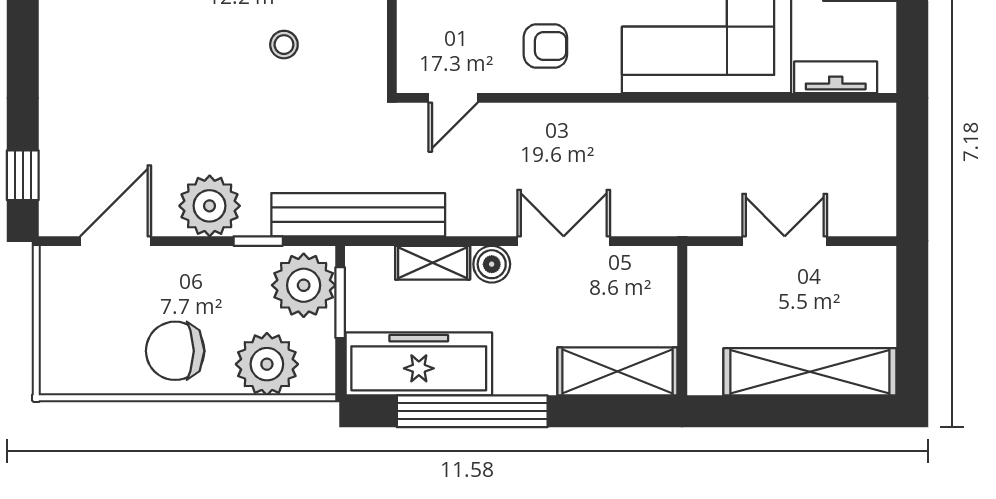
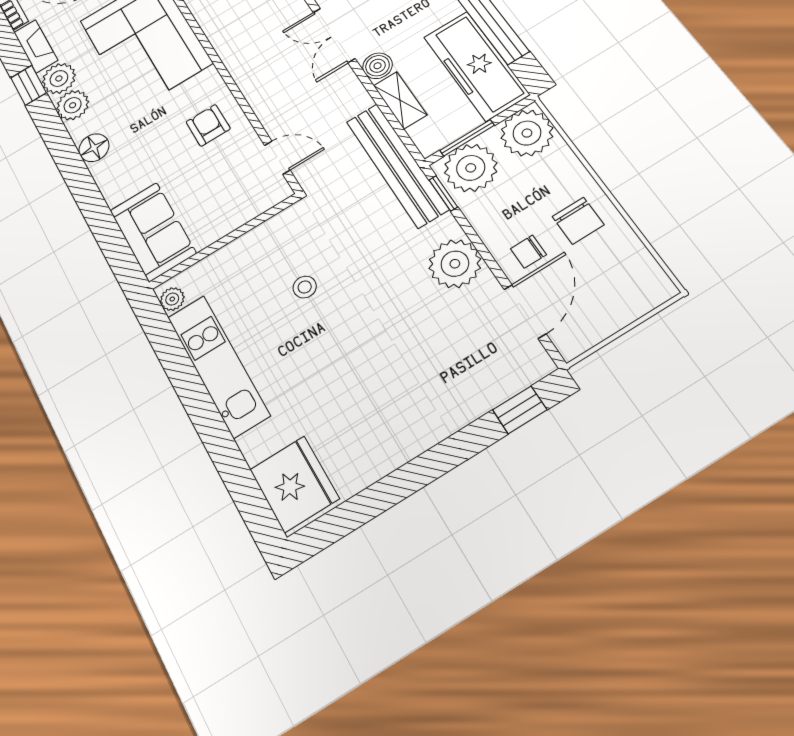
door: (116, 241) -> (525, 311), swing flipped
window: (258, 241) -> (443, 193), moved
chair: (175, 283) -> (528, 252), added
chair: (175, 351) -> (578, 221), width x0.73, depth x0.73
plant: (267, 364) -> (527, 133), moved

